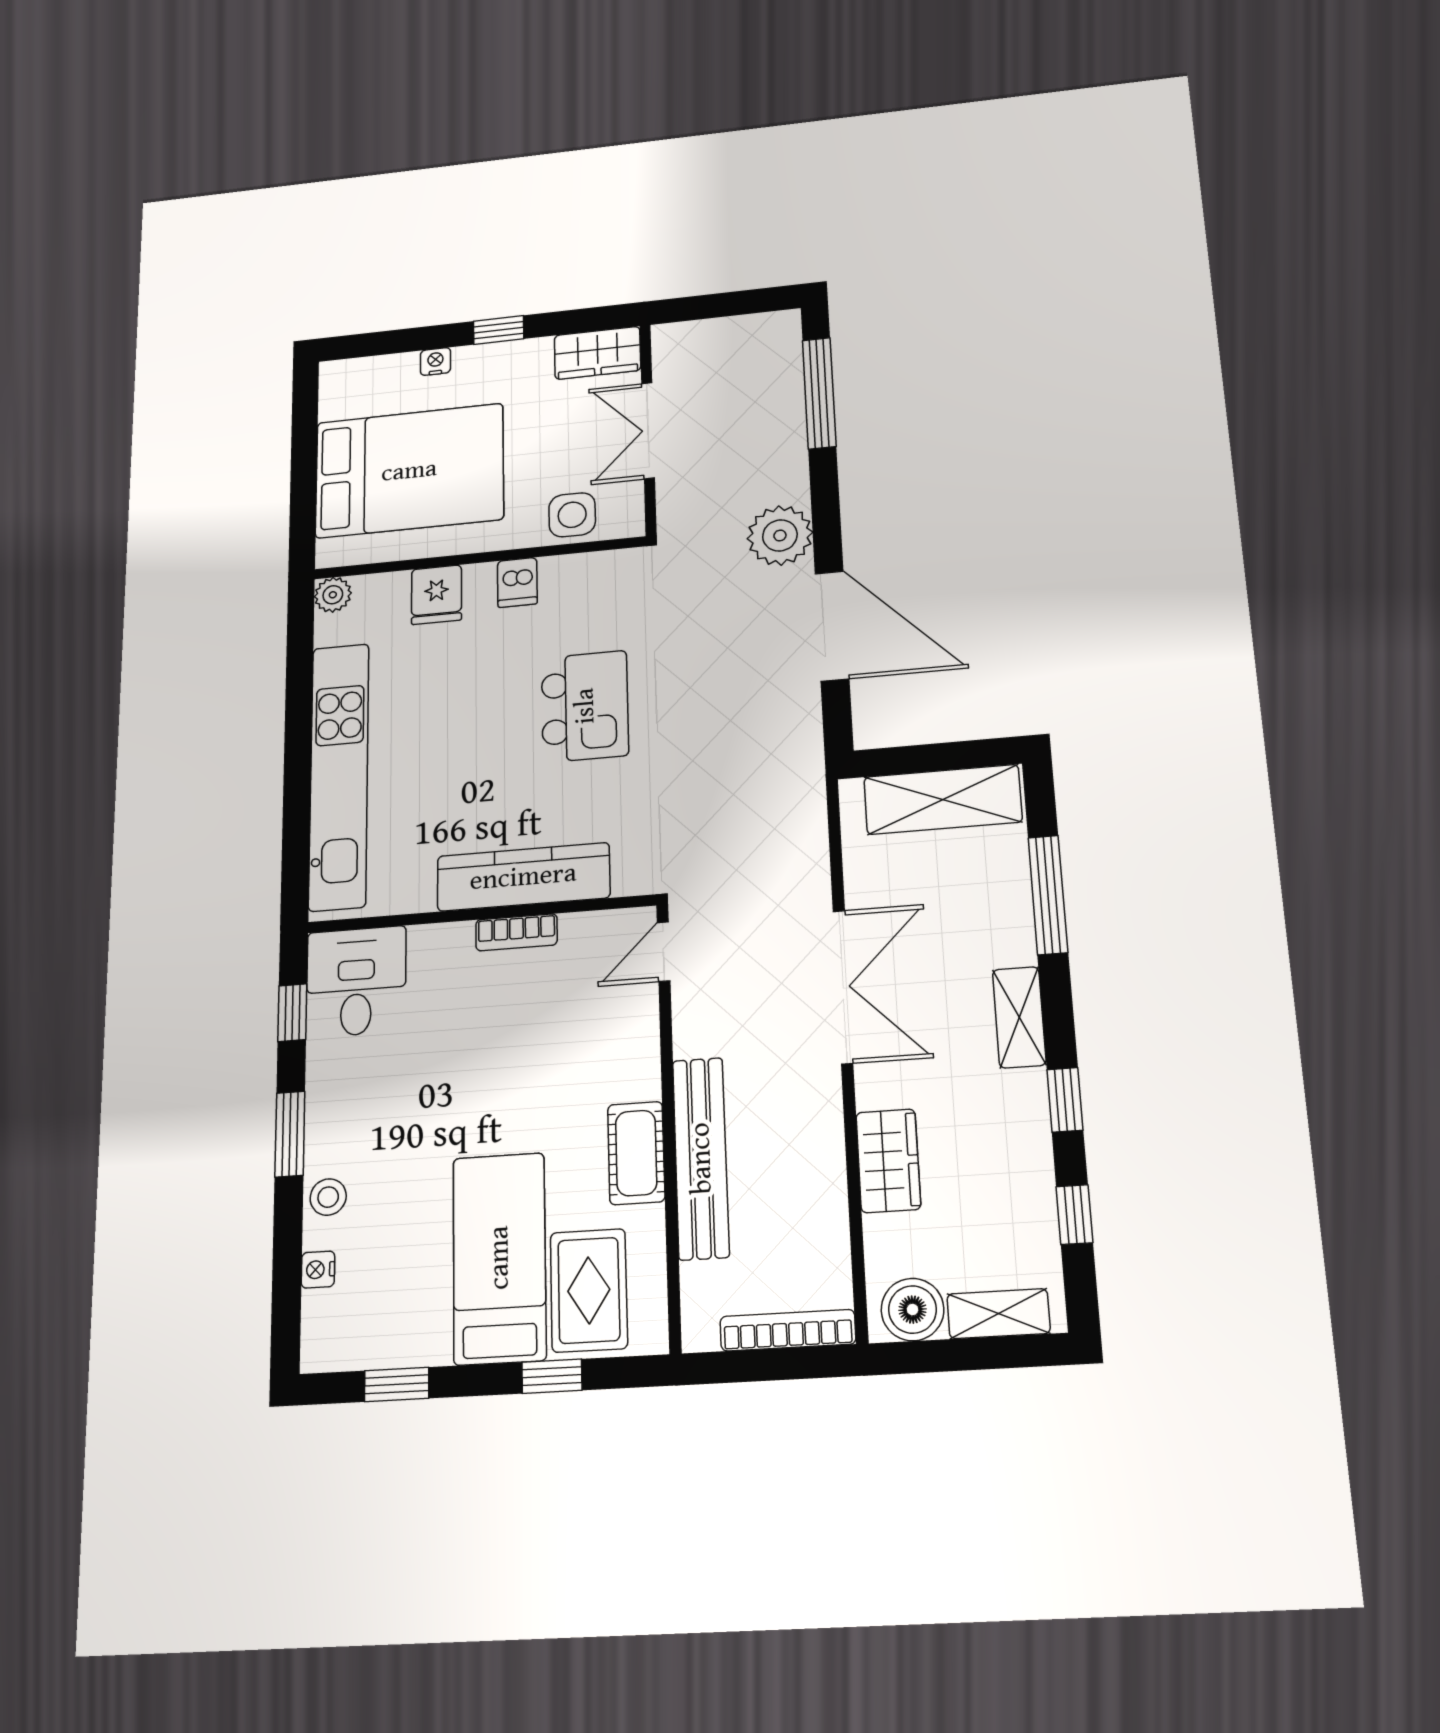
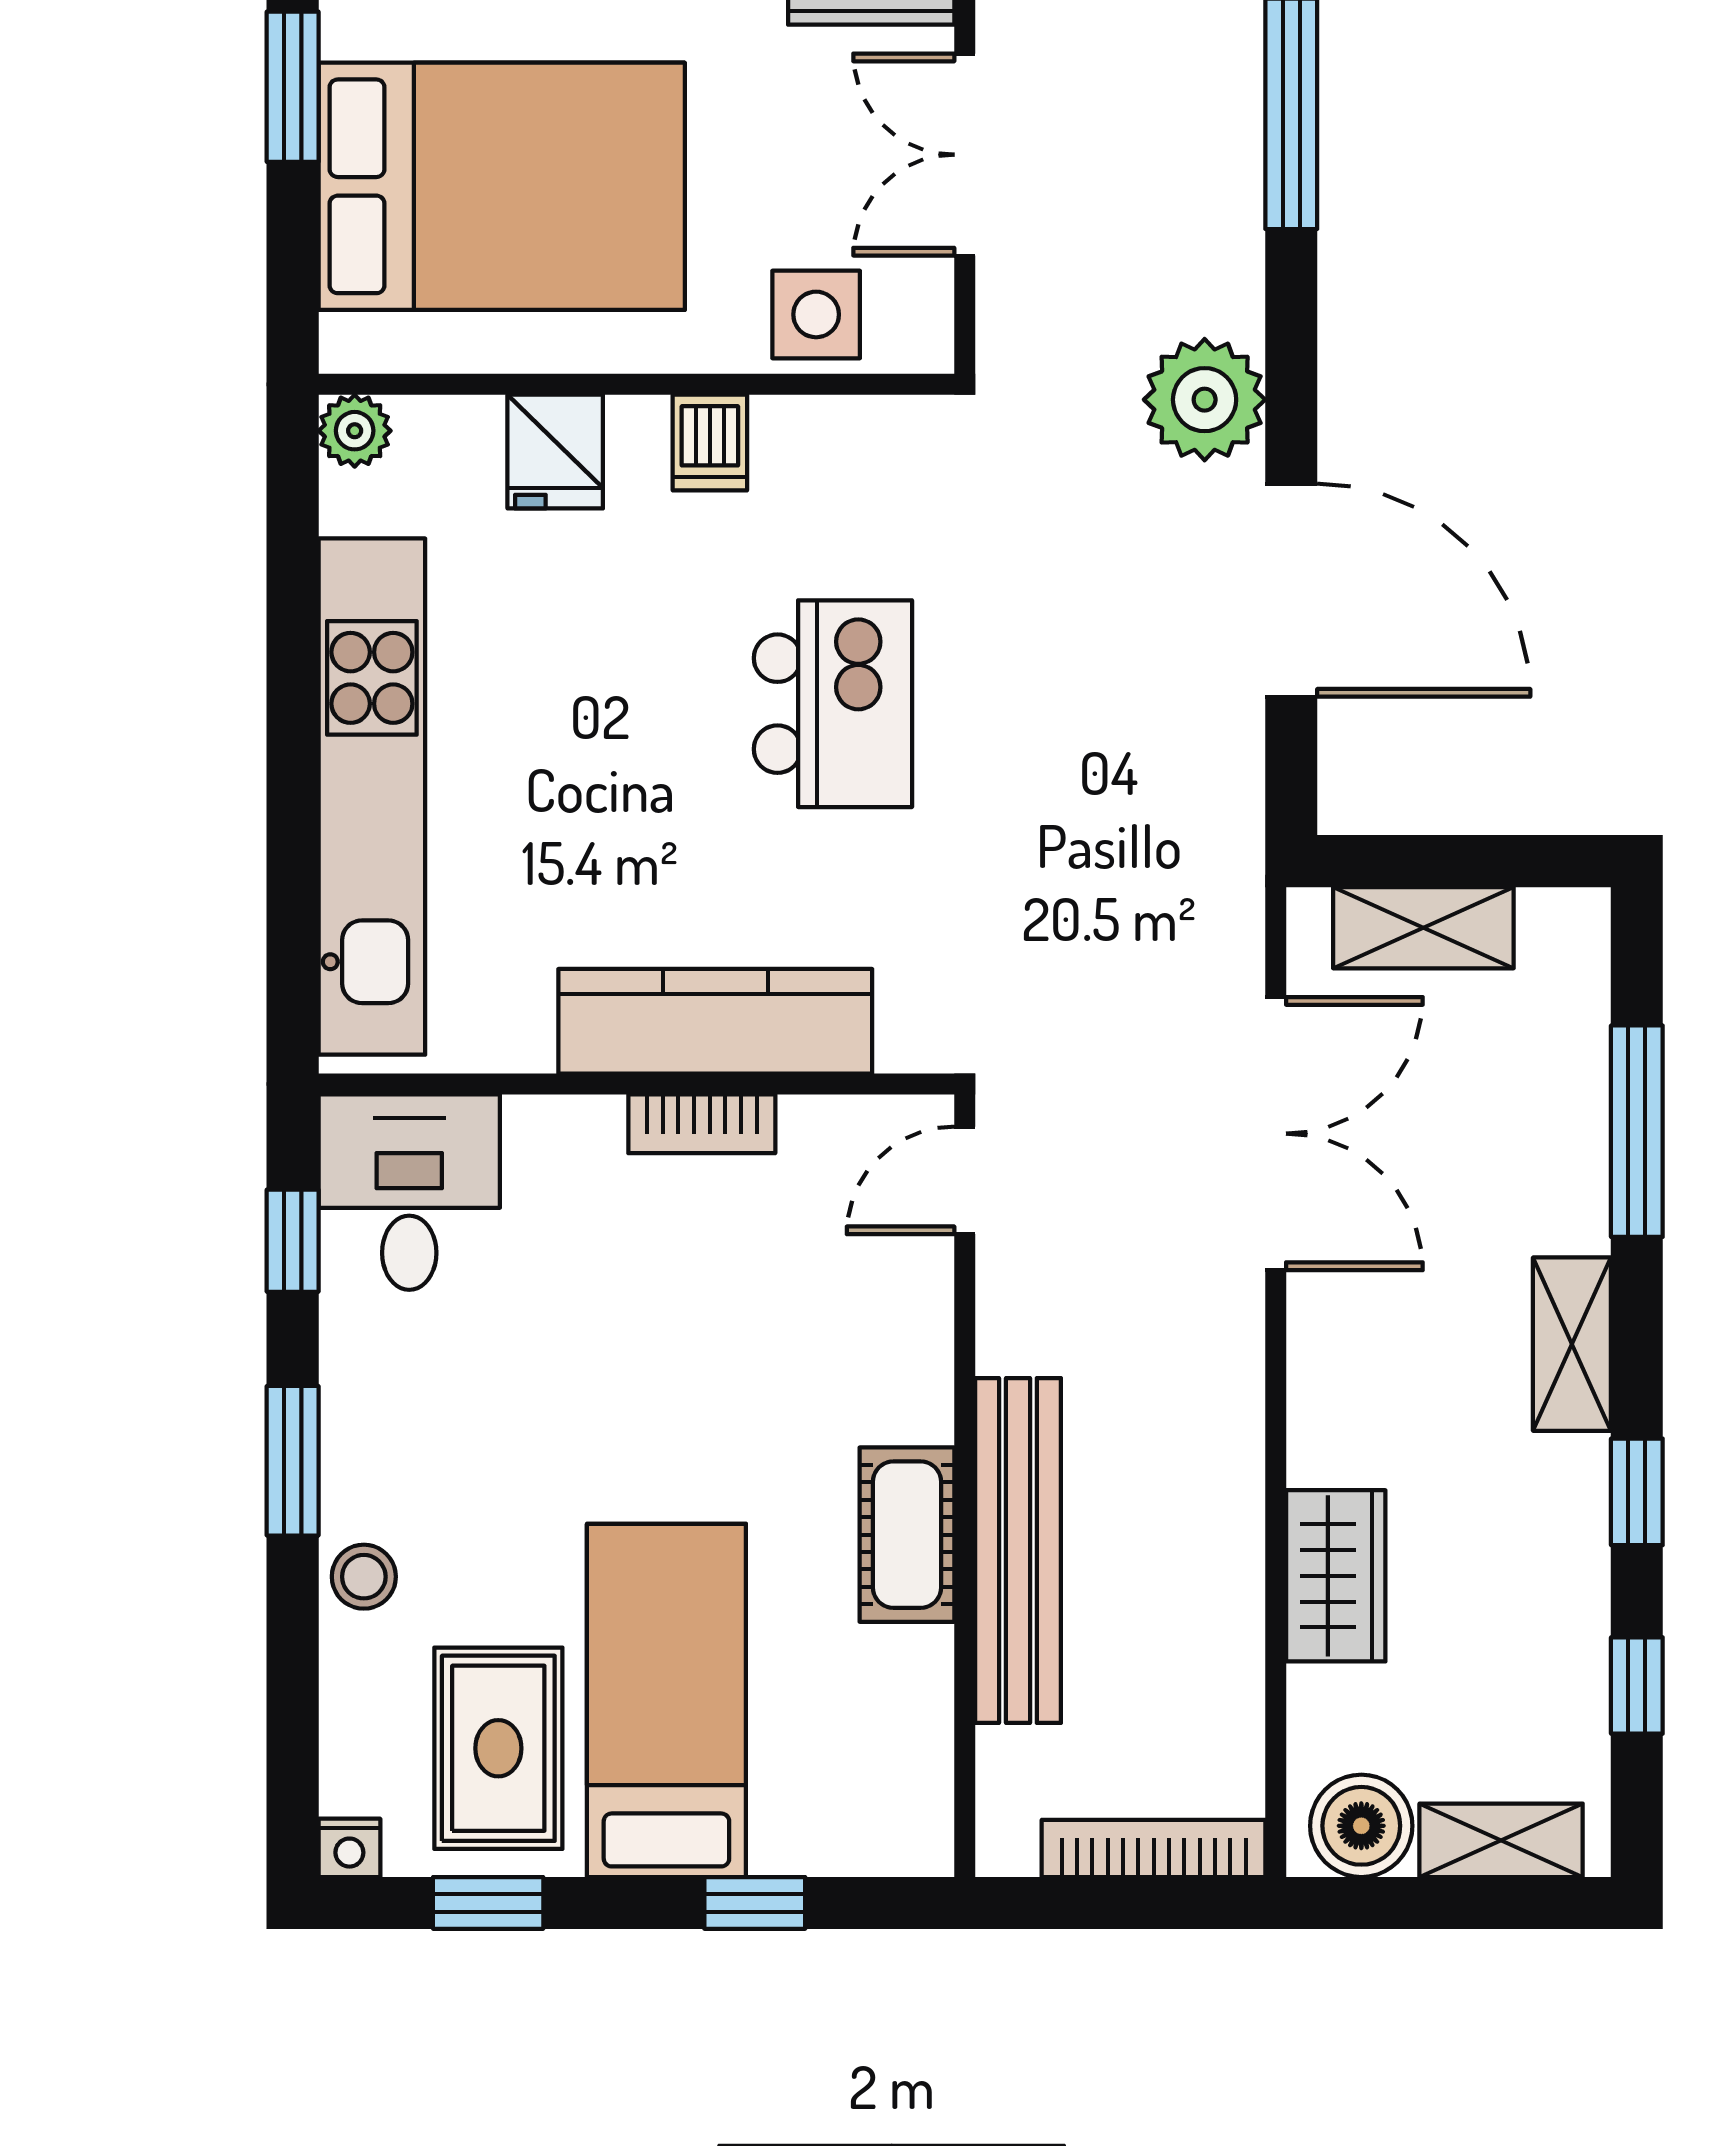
window: (304, 436) -> (293, 87), added
shelving: (943, 800) -> (1423, 928), width x0.67, depth x0.75
double door: (843, 987) -> (1276, 1134), moved
nightstand: (318, 1270) -> (349, 1848), moved, turned -90
rug: (589, 1290) -> (498, 1748), moved

